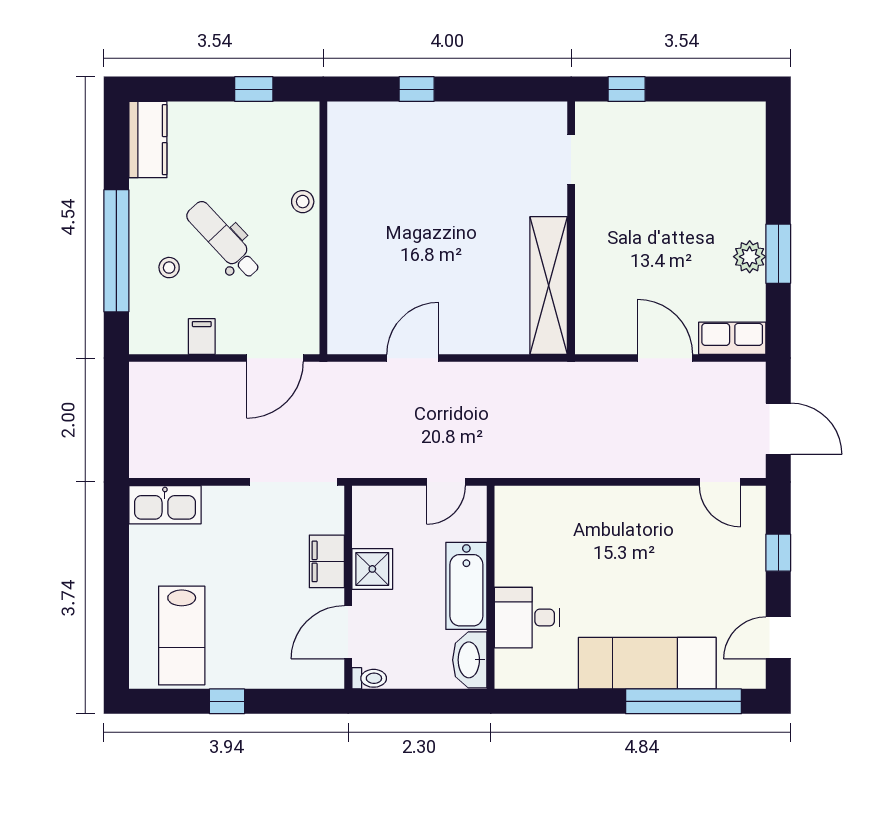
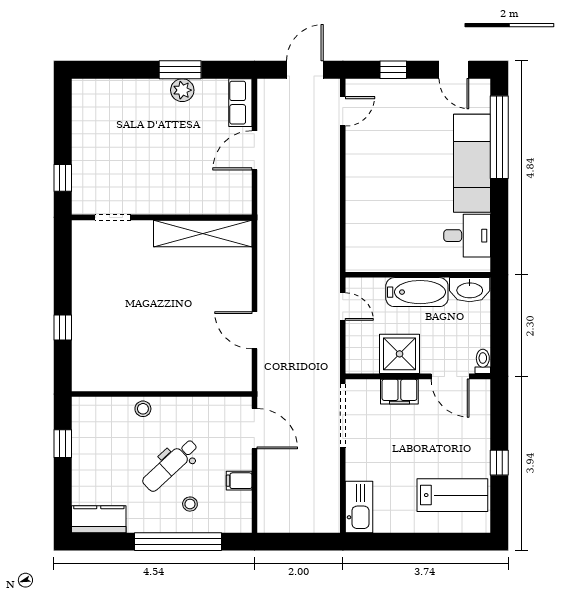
shower: (372, 569) -> (400, 354), width x1.36, depth x1.36
desk: (527, 618) -> (467, 236), moved, turned -90

